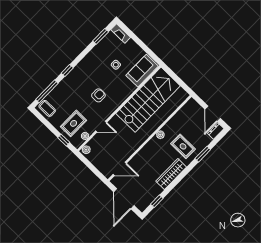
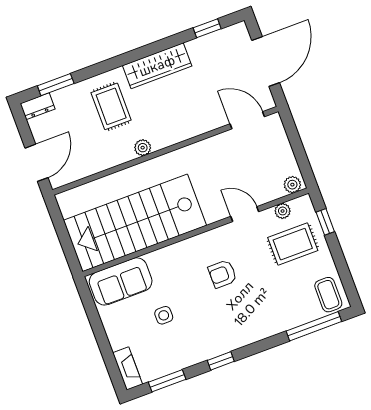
window: (67, 71) -> (221, 361), moved
door: (213, 114) -> (36, 163), moved
window: (203, 154) -> (56, 85), moved

